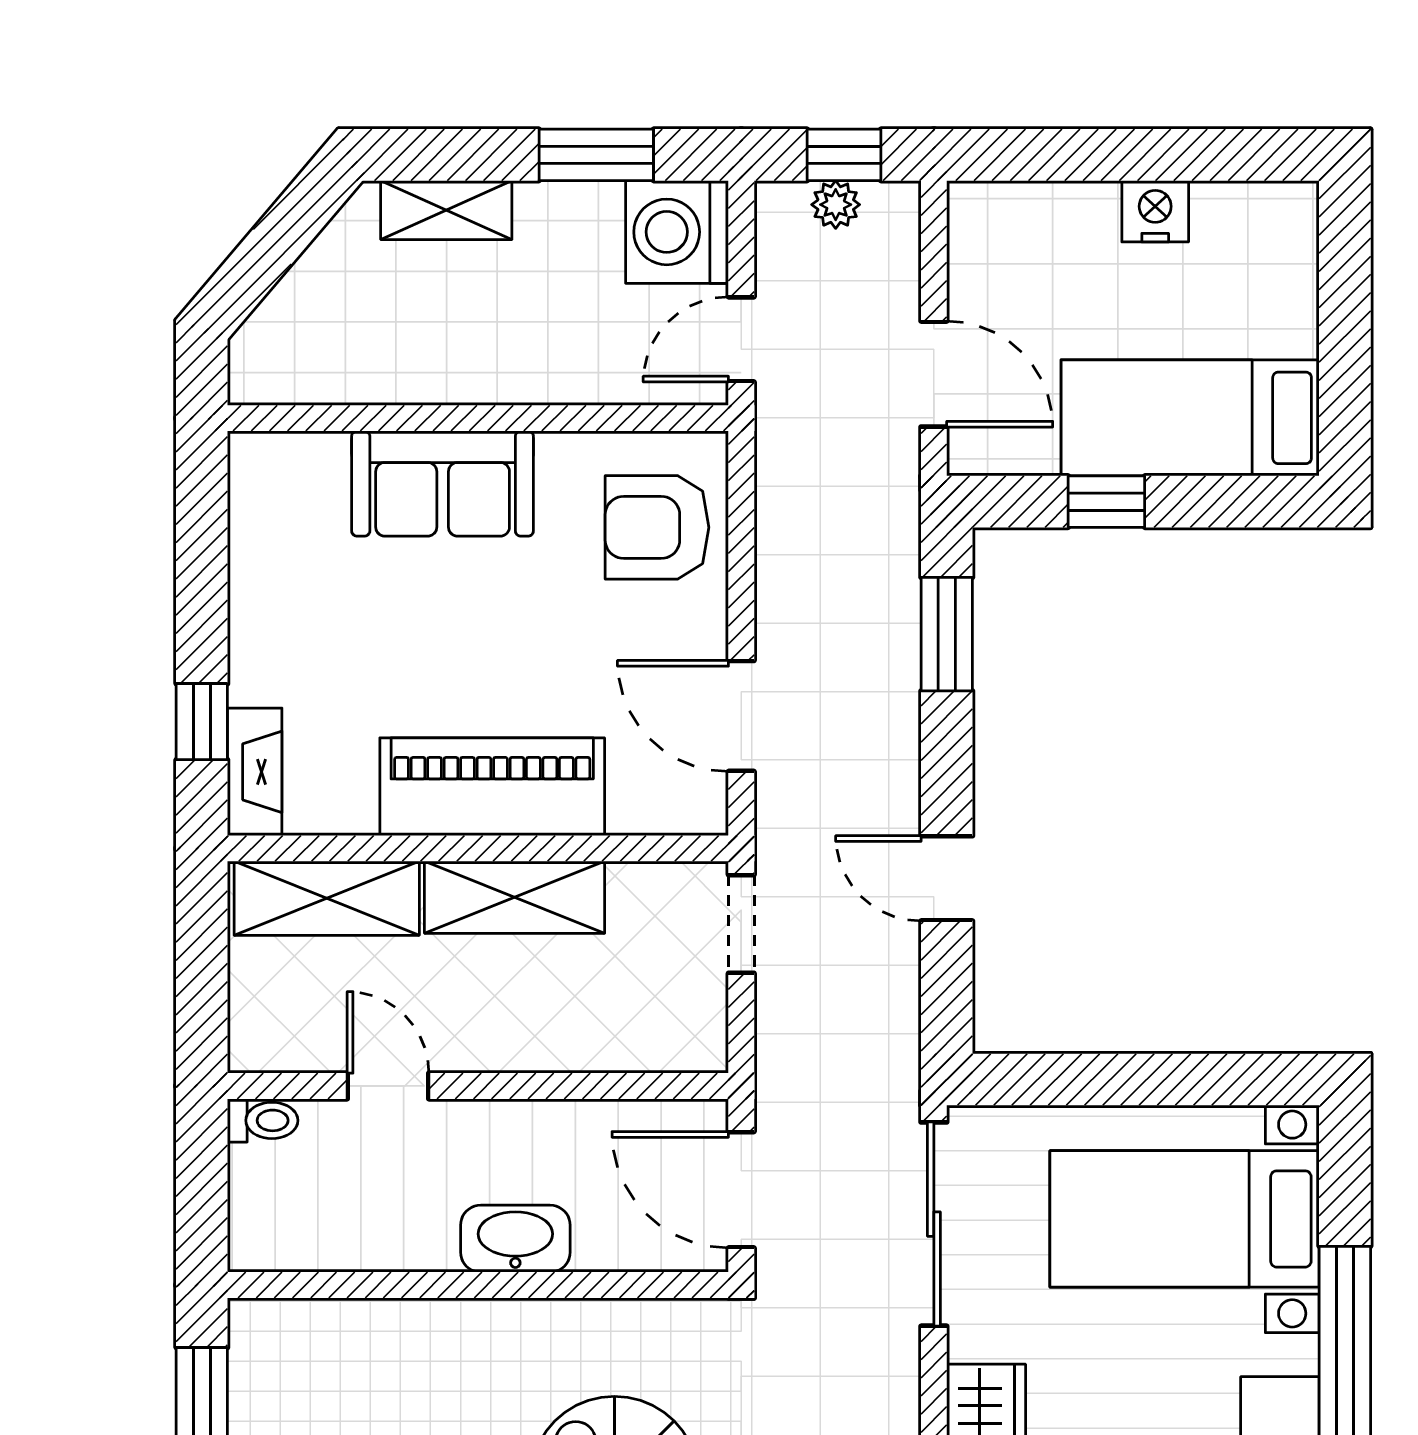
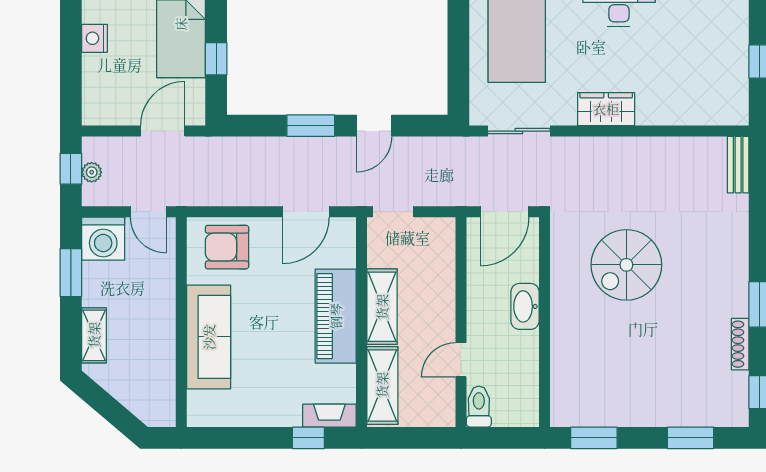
sofa: (443, 484) -> (209, 337), width x1.36
armchair: (657, 527) -> (227, 247), turned 90
window: (947, 634) -> (311, 126), moved
toilet: (263, 1120) -> (479, 407), width x1.37, depth x1.39
sliding door: (934, 1224) -> (519, 131), width x0.73

